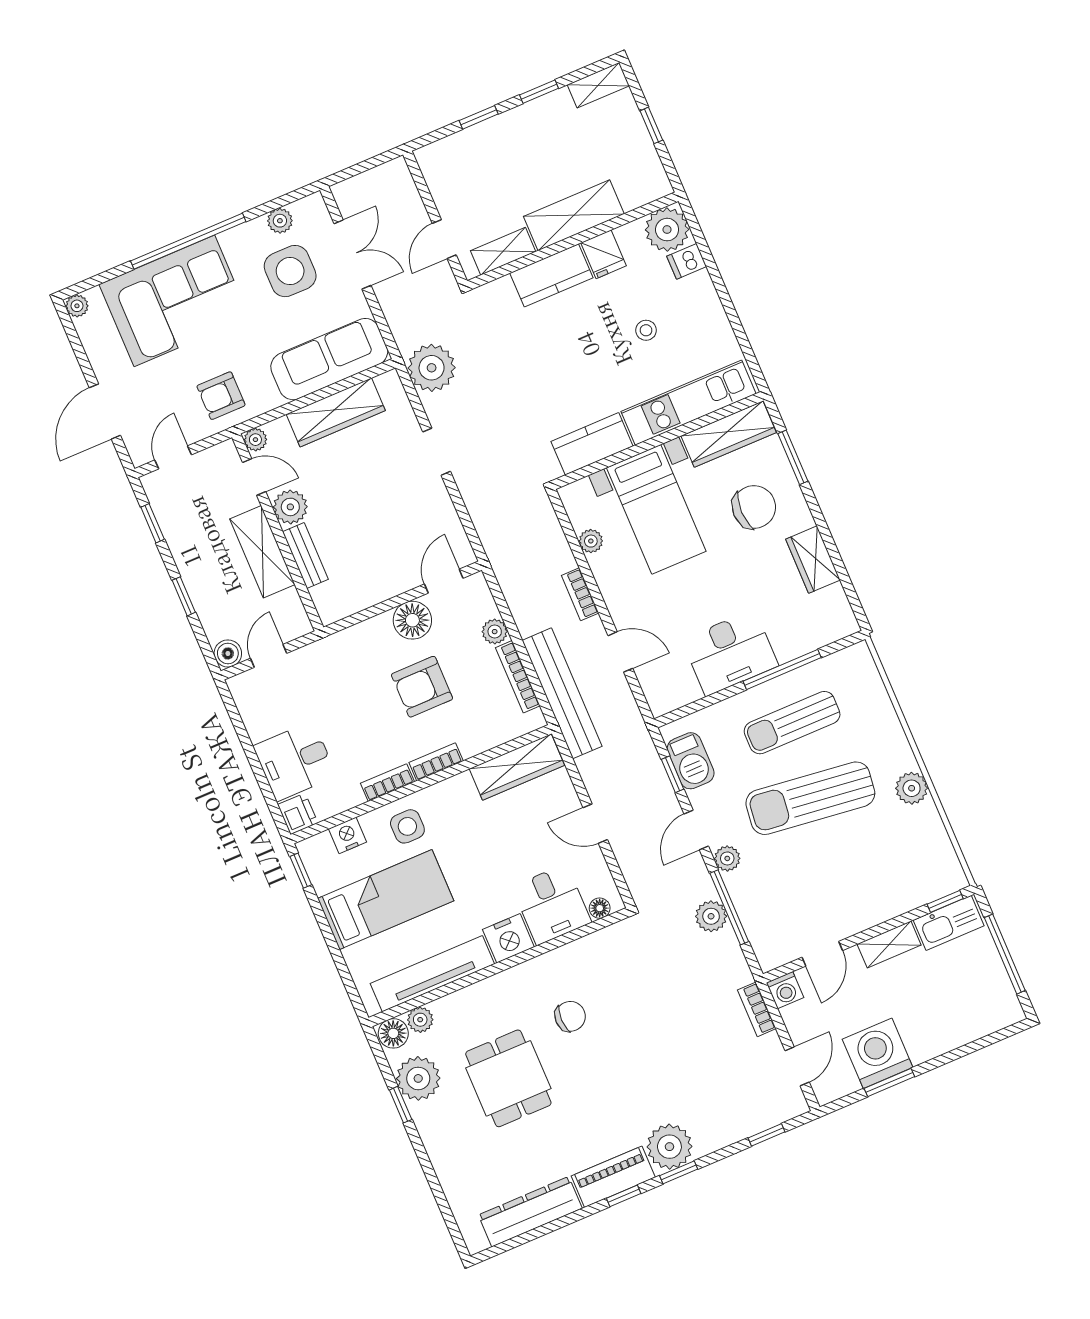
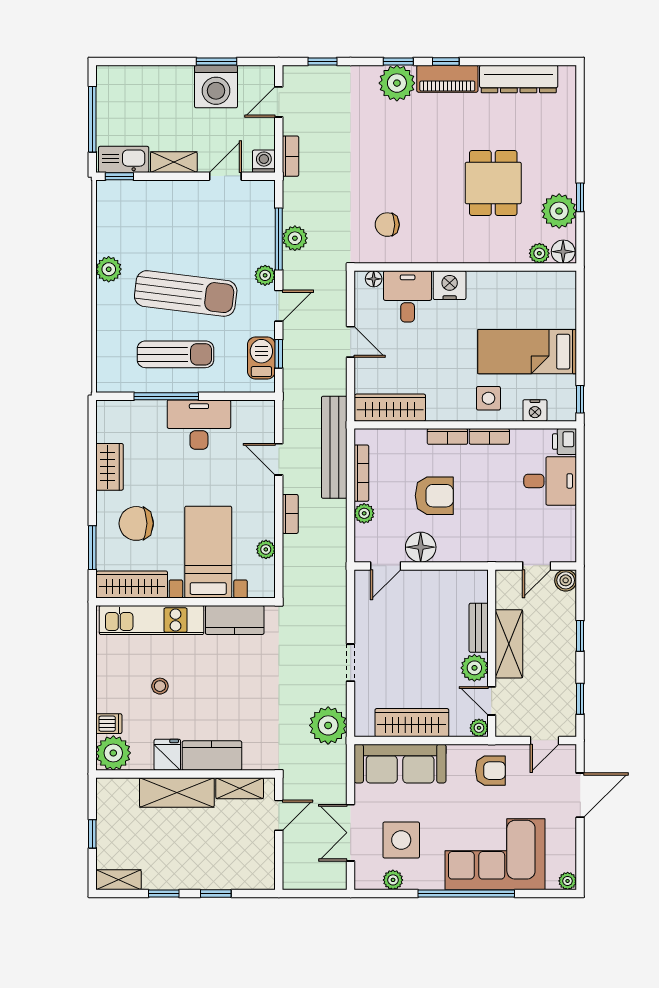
tv unit: (432, 974) -> (516, 283), removed
chair: (570, 1016) -> (387, 225), moved

